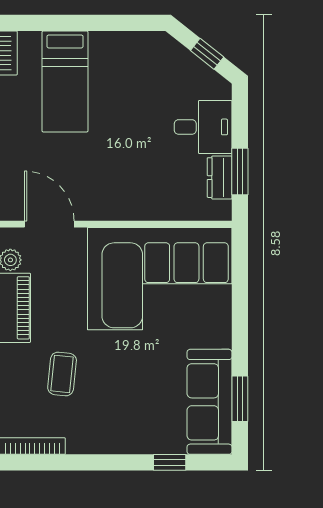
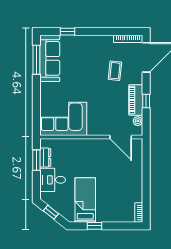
window: (108, 23) -> (94, 226), added
bed: (65, 81) -> (85, 200), moved
corner sofa: (160, 279) -> (63, 119), width x0.73, depth x0.74
window: (240, 399) -> (36, 60), width x1.44

